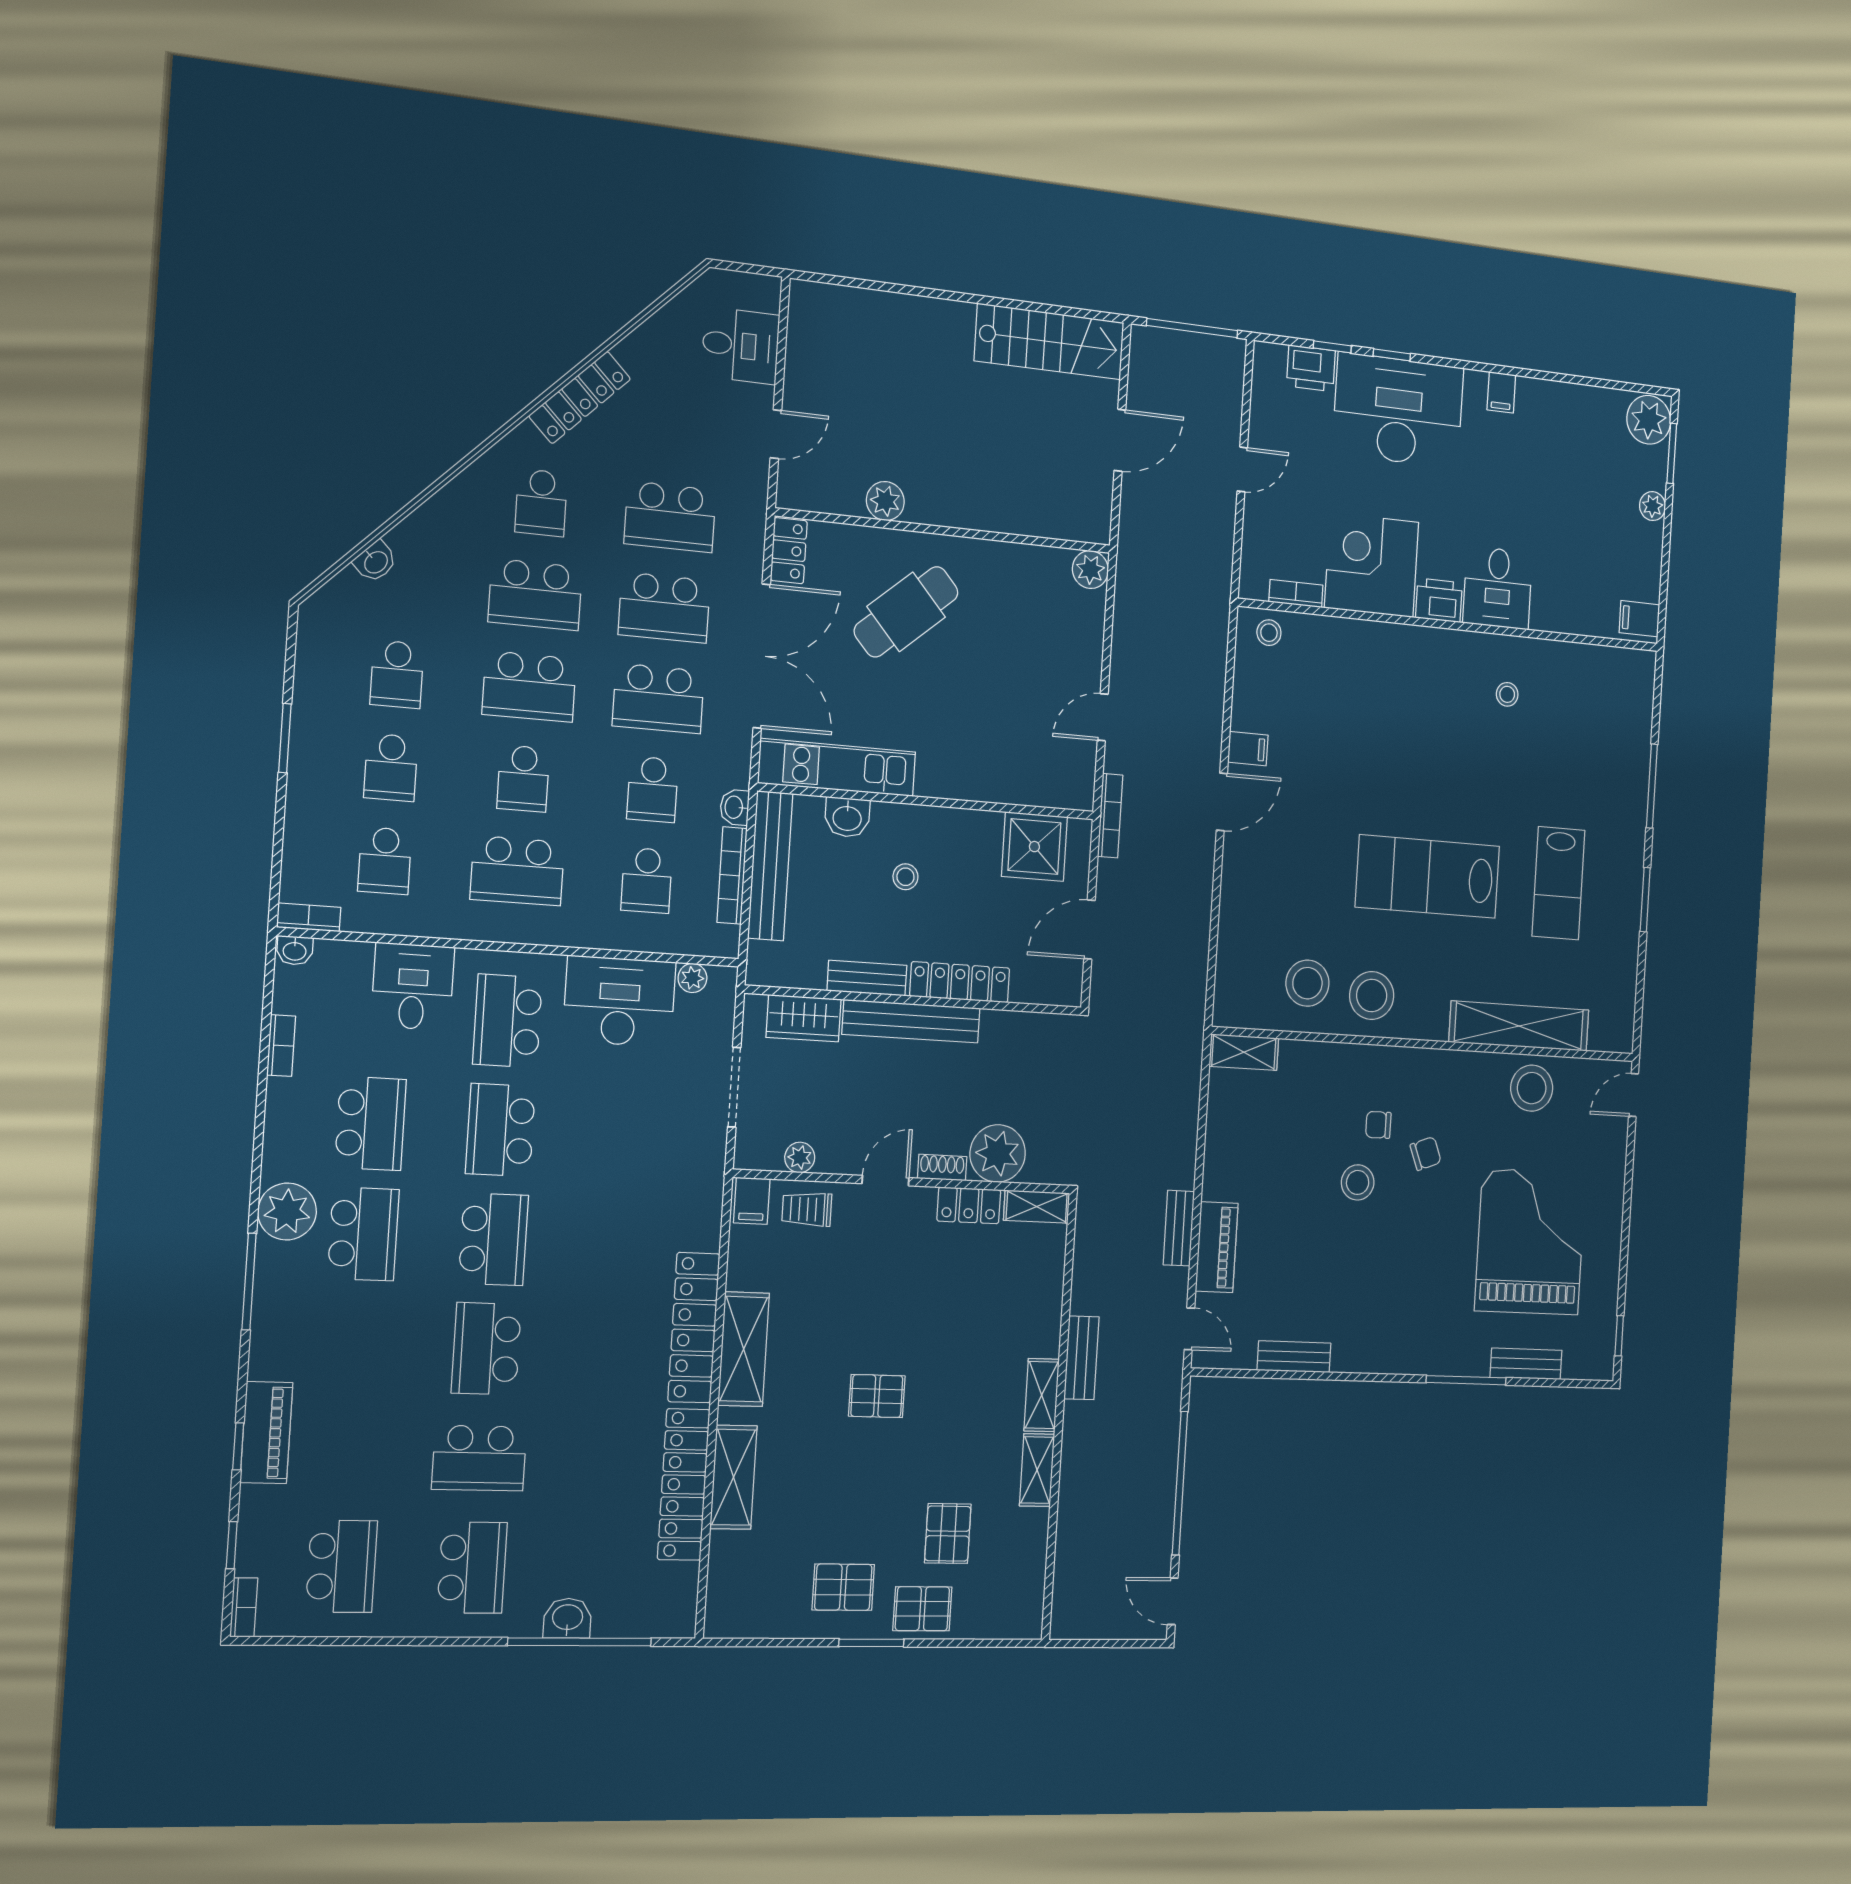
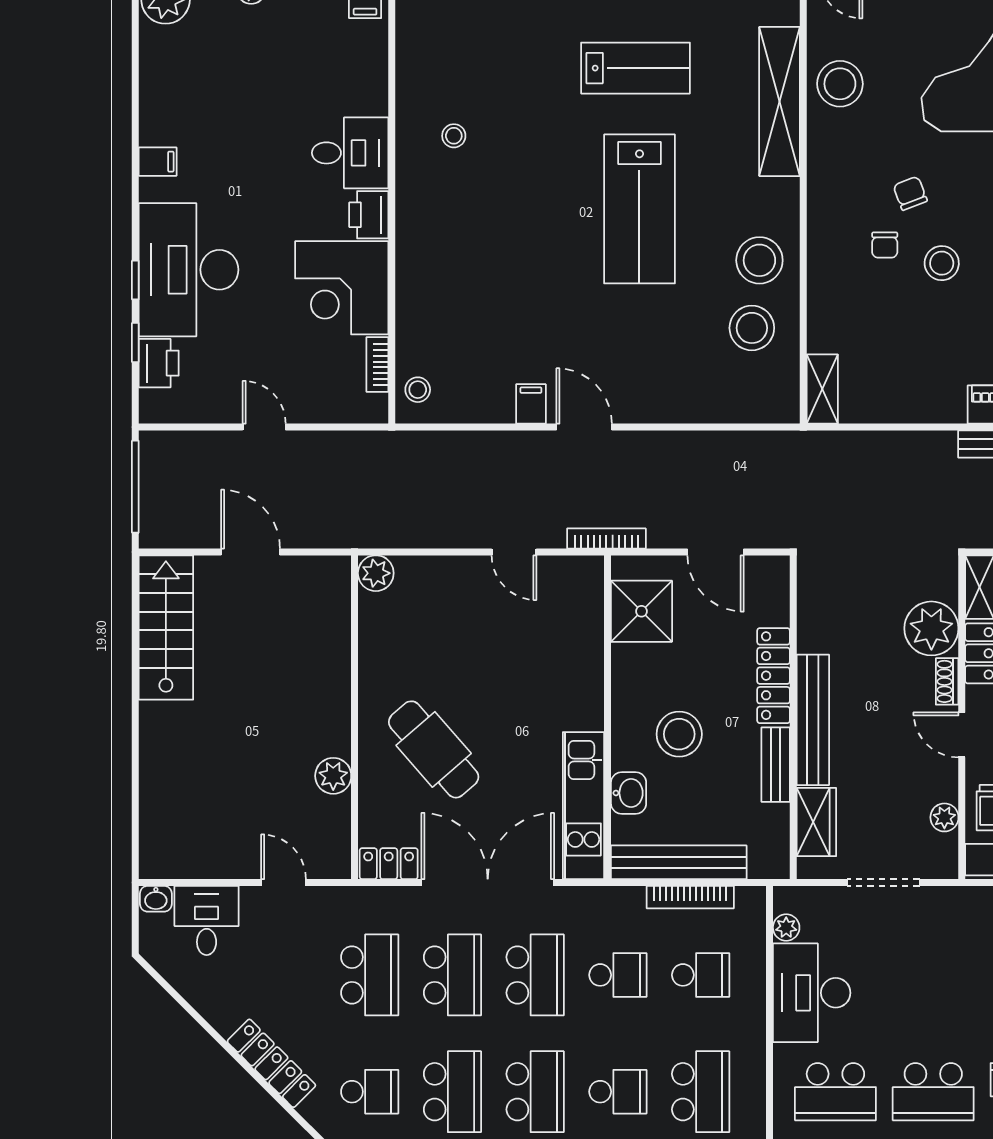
washbasin: (735, 807) -> (156, 899), moved
stool: (905, 877) -> (679, 734), width x1.89, depth x1.89

